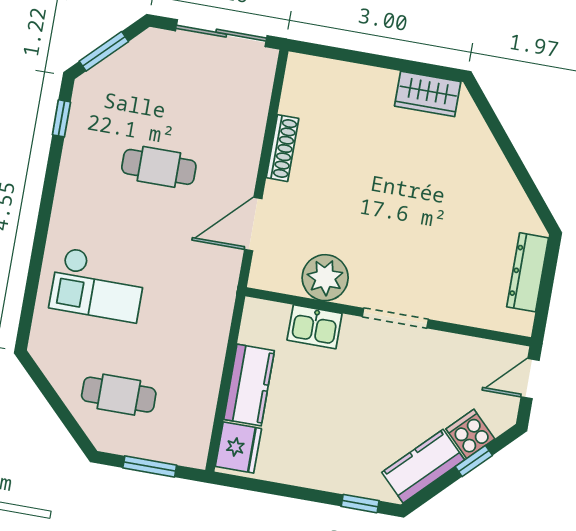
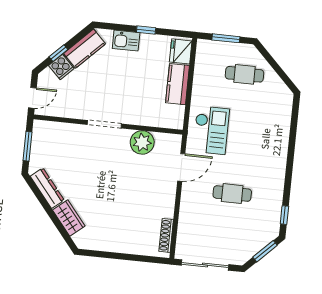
wardrobe: (428, 94) -> (69, 218), moved, turned 51
shoe rack: (282, 148) -> (166, 235), moved
dresser: (528, 272) -> (47, 188), moved, turned -39
checkout: (98, 285) -> (211, 130), moved, turned 90
window: (546, 286) -> (27, 146), added
kitchen sink: (315, 327) -> (126, 41), moved, turned 180
window: (360, 504) -> (146, 30), moved

